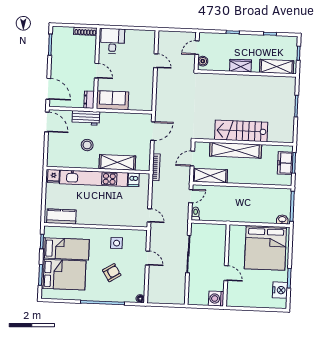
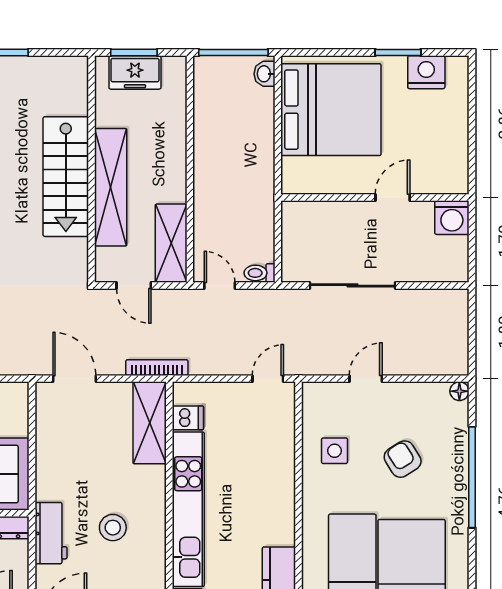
shelving: (117, 162) -> (150, 423), moved

